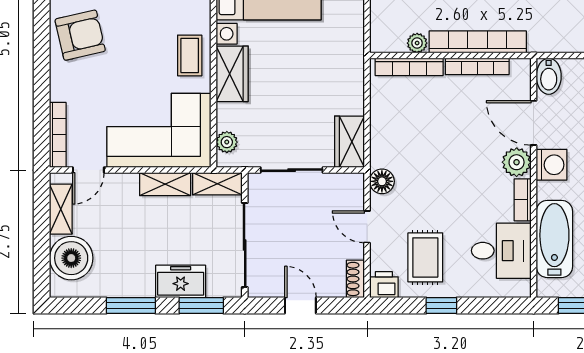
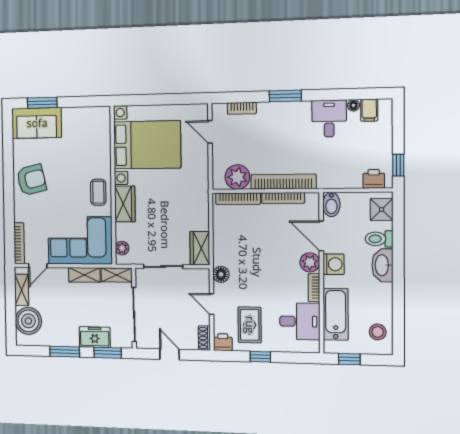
plant: (417, 43) -> (237, 177), width x1.87, depth x1.87

